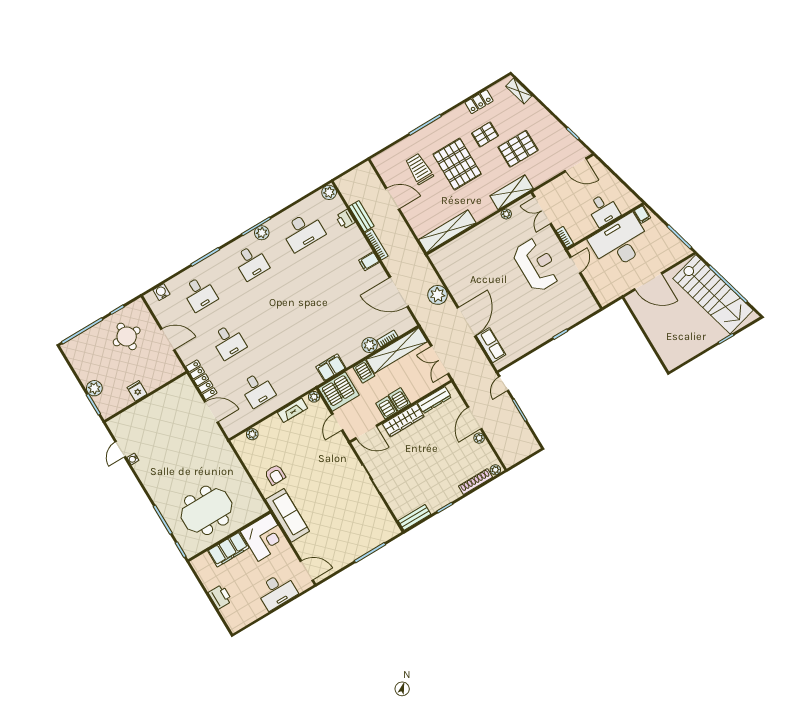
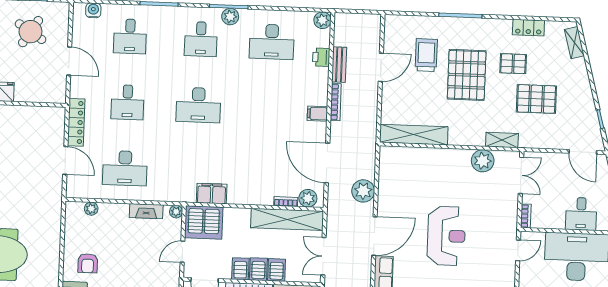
shelving: (512, 192) -> (502, 140), width x0.67, depth x0.75
door: (393, 199) -> (381, 67), hinge flipped
double door: (543, 210) -> (521, 175), swing flipped
plant: (506, 214) -> (483, 161), width x1.88, depth x1.88
reception desk: (537, 265) -> (446, 236), moved
desk: (280, 310) -> (198, 105), added
round table: (127, 336) -> (31, 32), turned 33
plant: (370, 345) -> (308, 198), moved
server rack: (364, 372) -> (277, 270), moved, turned 180
desk: (257, 390) -> (125, 168), width x1.37

